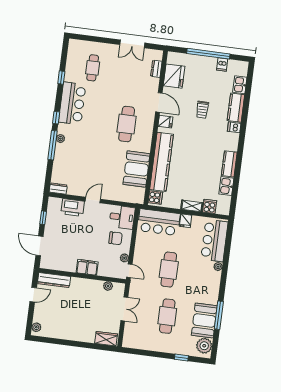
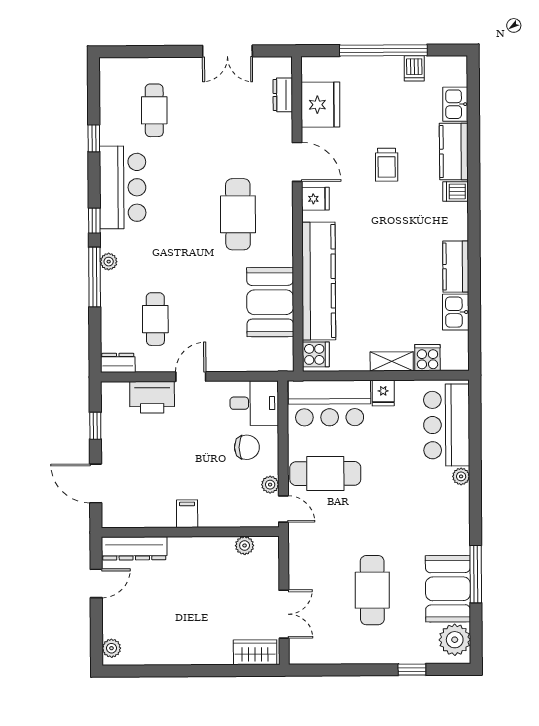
cafe table: (79, 170) -> (155, 319), added
filing cabinet: (87, 267) -> (187, 514), width x0.50
cafe table: (169, 270) -> (325, 474), moved, turned 90
double door: (124, 309) -> (284, 614), moved

